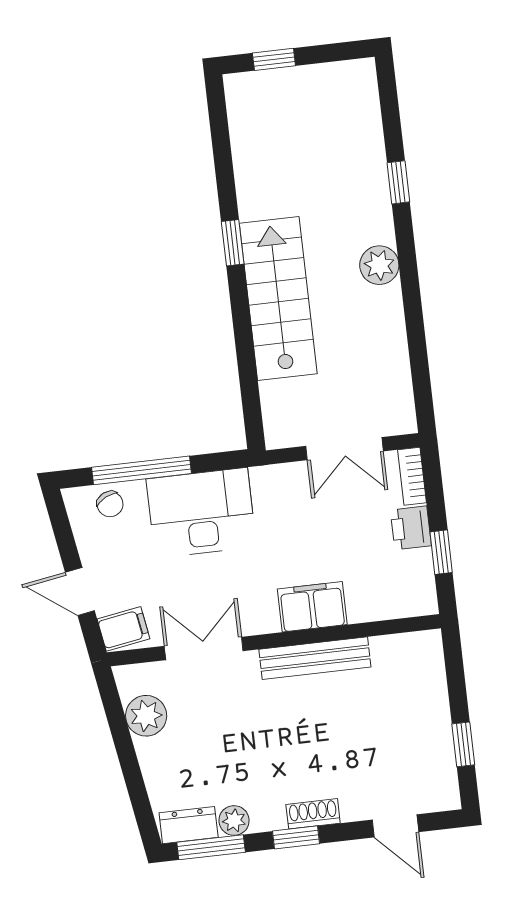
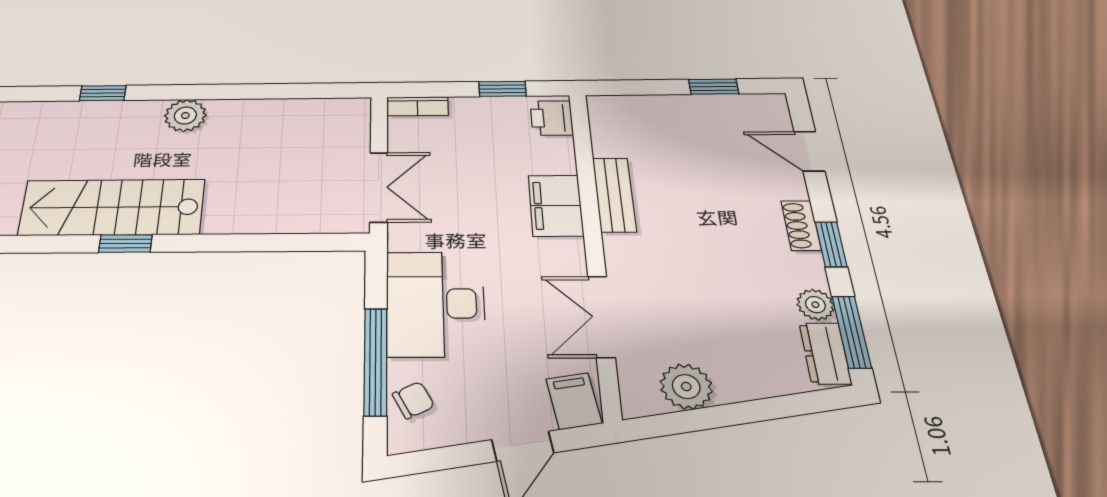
stairs: (278, 299) -> (112, 207), moved
double door: (345, 449) -> (379, 187), moved
printer: (411, 528) -> (552, 118), moved, turned 90
bench: (315, 658) -> (614, 195), width x0.73
door: (396, 826) -> (809, 151), swing flipped

